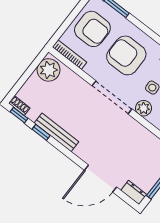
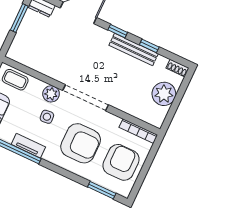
armchair: (92, 29) -> (121, 162), turned 90
plant: (49, 70) -> (164, 94), moved
window: (19, 115) -> (118, 31), moved

